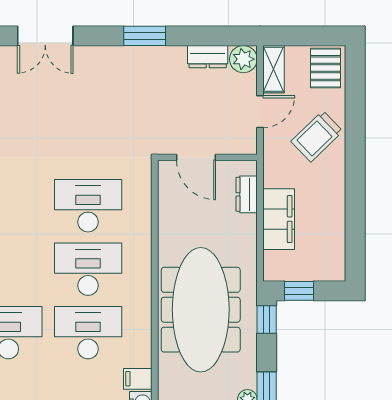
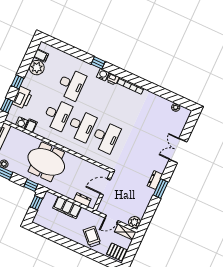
dresser: (208, 57) -> (155, 180), moved
door: (260, 112) -> (111, 219), hinge flipped
meeting table: (201, 310) -> (46, 162), width x0.73

